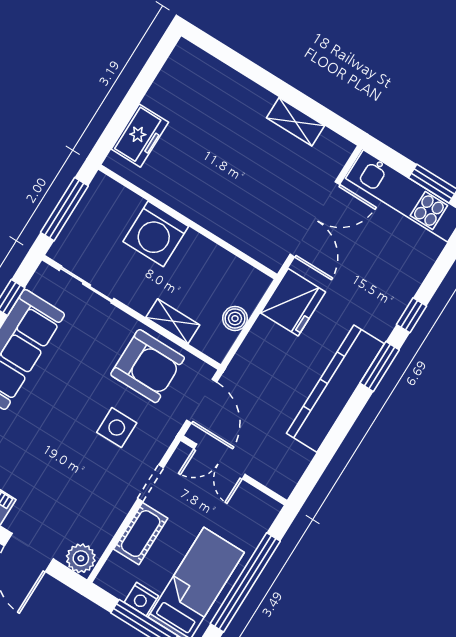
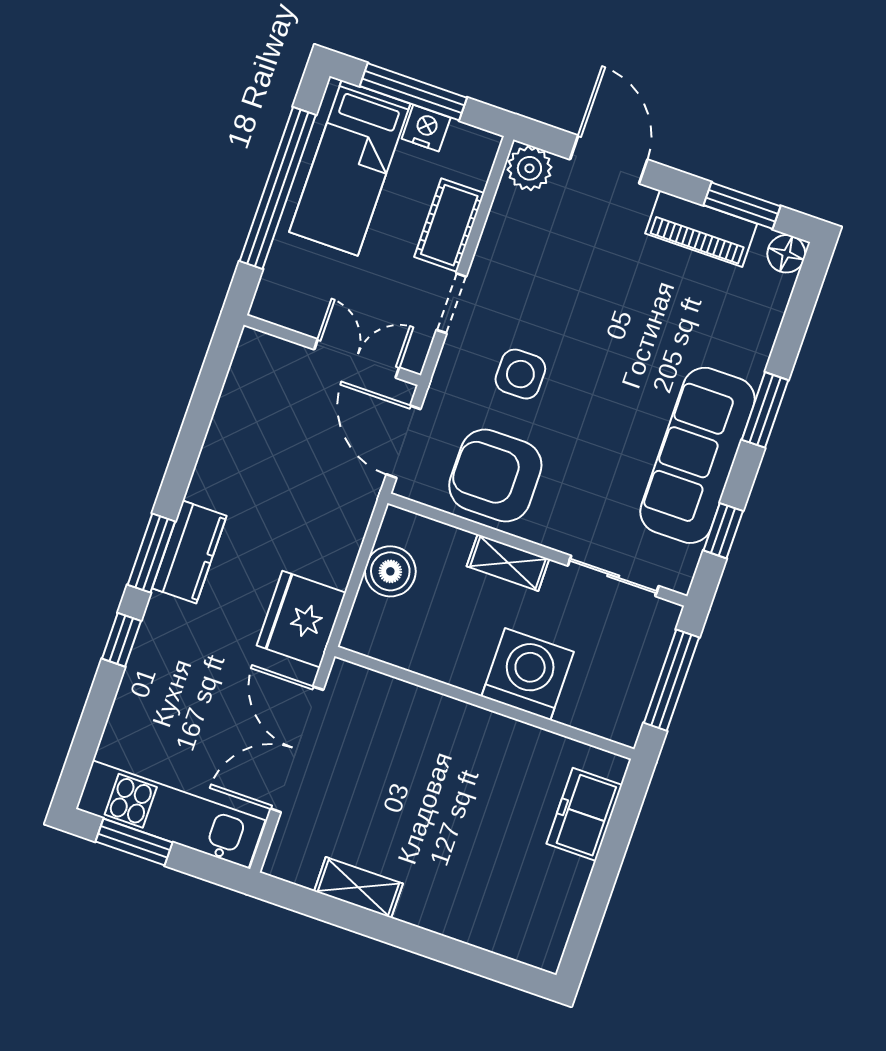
boiler: (235, 318) -> (390, 571), width x1.36, depth x1.36
shelving: (173, 321) -> (508, 563), moved
kitchen counter: (335, 389) -> (189, 552), width x0.48, depth x0.86

